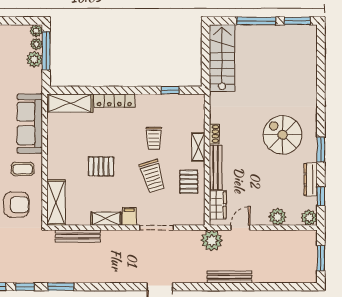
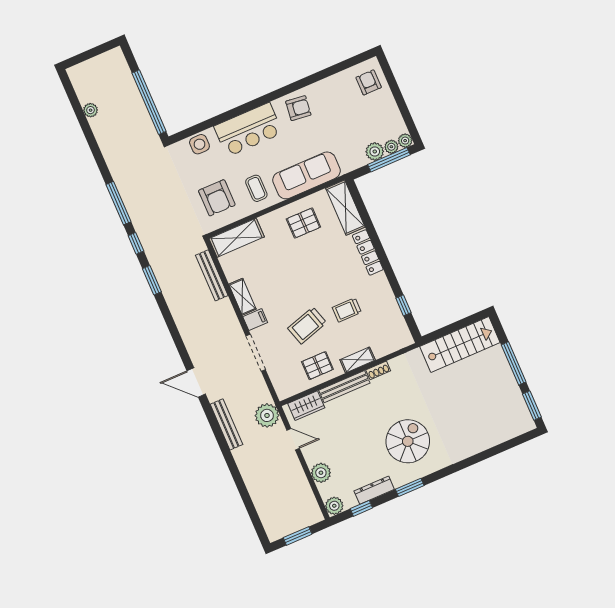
pallet: (101, 166) -> (303, 223), moved, turned 90
bench: (229, 277) -> (226, 424), moved

